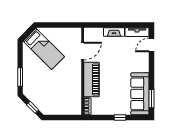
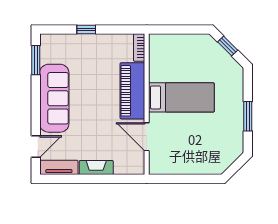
bed: (44, 49) -> (181, 97), moved, turned 135
door: (83, 51) -> (147, 137), hinge flipped
window: (20, 77) -> (248, 116), moved
sofa: (140, 94) -> (54, 98), moved

